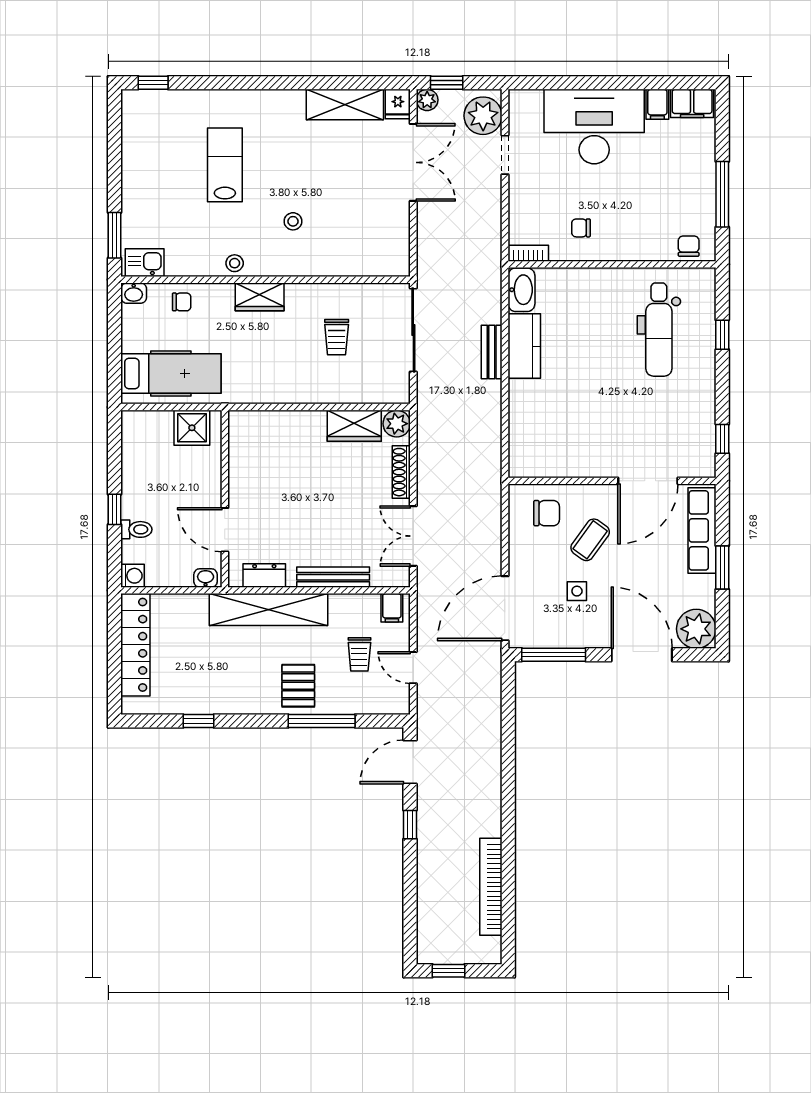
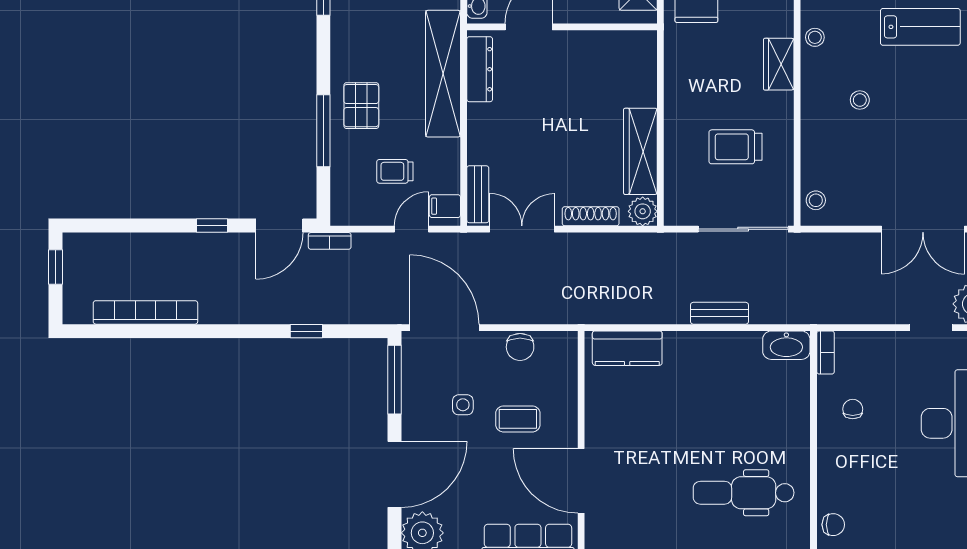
stool: (386, 262) -> (816, 200), added
trolley: (337, 337) -> (735, 147), width x1.36, depth x1.39
kitchen counter: (524, 346) -> (627, 348), moved
wardrobe: (354, 426) -> (640, 151), width x1.50
chair: (547, 513) -> (520, 347), moved
coffee table: (590, 540) -> (518, 419), turned -36
dresser: (264, 575) -> (480, 69), width x1.44
bench: (333, 577) -> (478, 194), moved, width x0.73
door: (413, 668) -> (412, 229), moved
pallet: (298, 686) -> (361, 106), turned 90
bookcase: (424, 715) -> (330, 241), added
window: (508, 737) -> (306, 331), added
door: (410, 762) -> (279, 226), swing flipped

